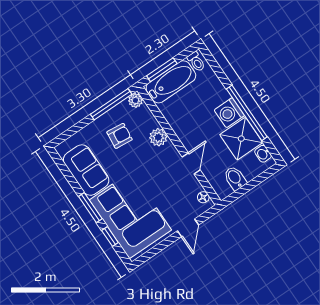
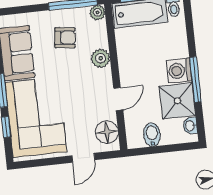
window: (247, 113) -> (195, 80), width x0.68
floor lamp: (203, 197) -> (107, 132), width x1.89, depth x1.89

